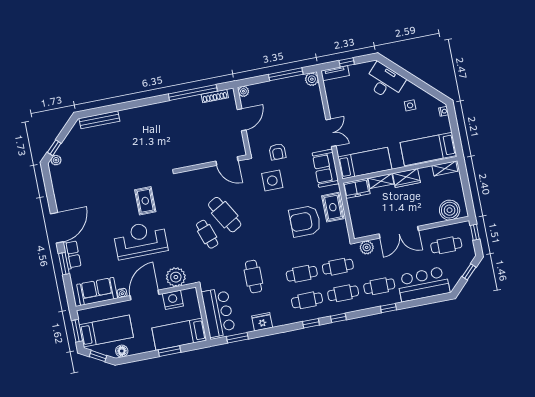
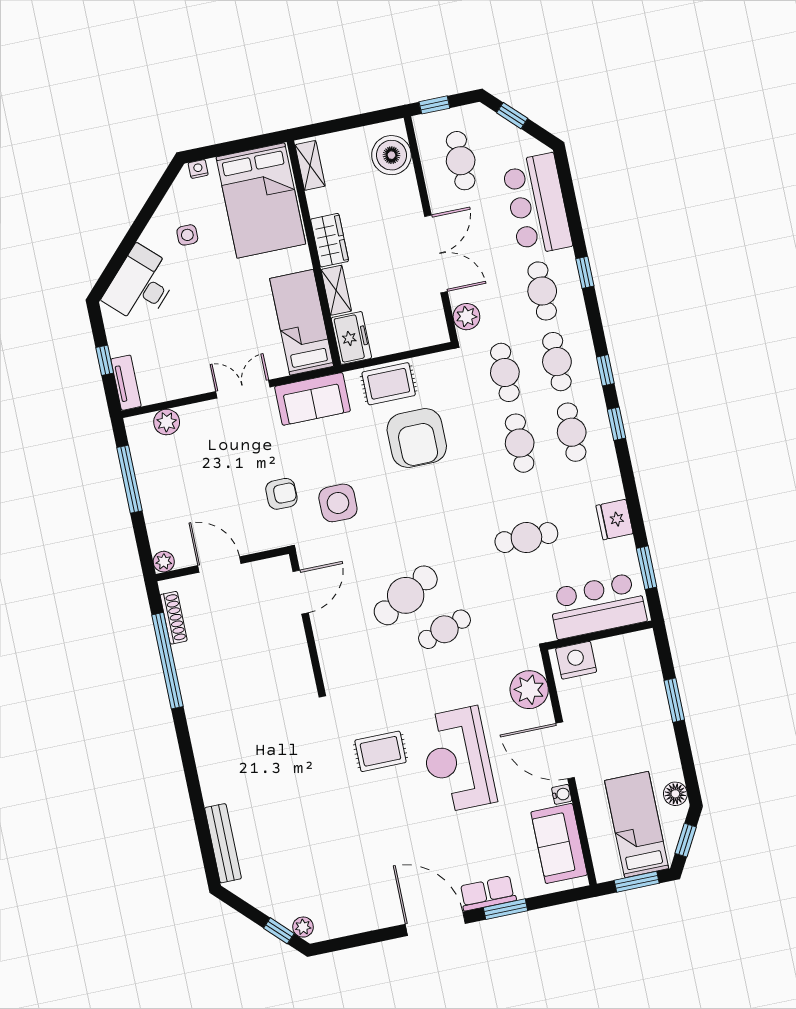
plant: (312, 79) -> (167, 422), moved
bed: (428, 149) -> (261, 200), width x1.50
nightstand: (173, 300) -> (576, 660), moved, turned 90
bed: (179, 334) -> (641, 682), removed

